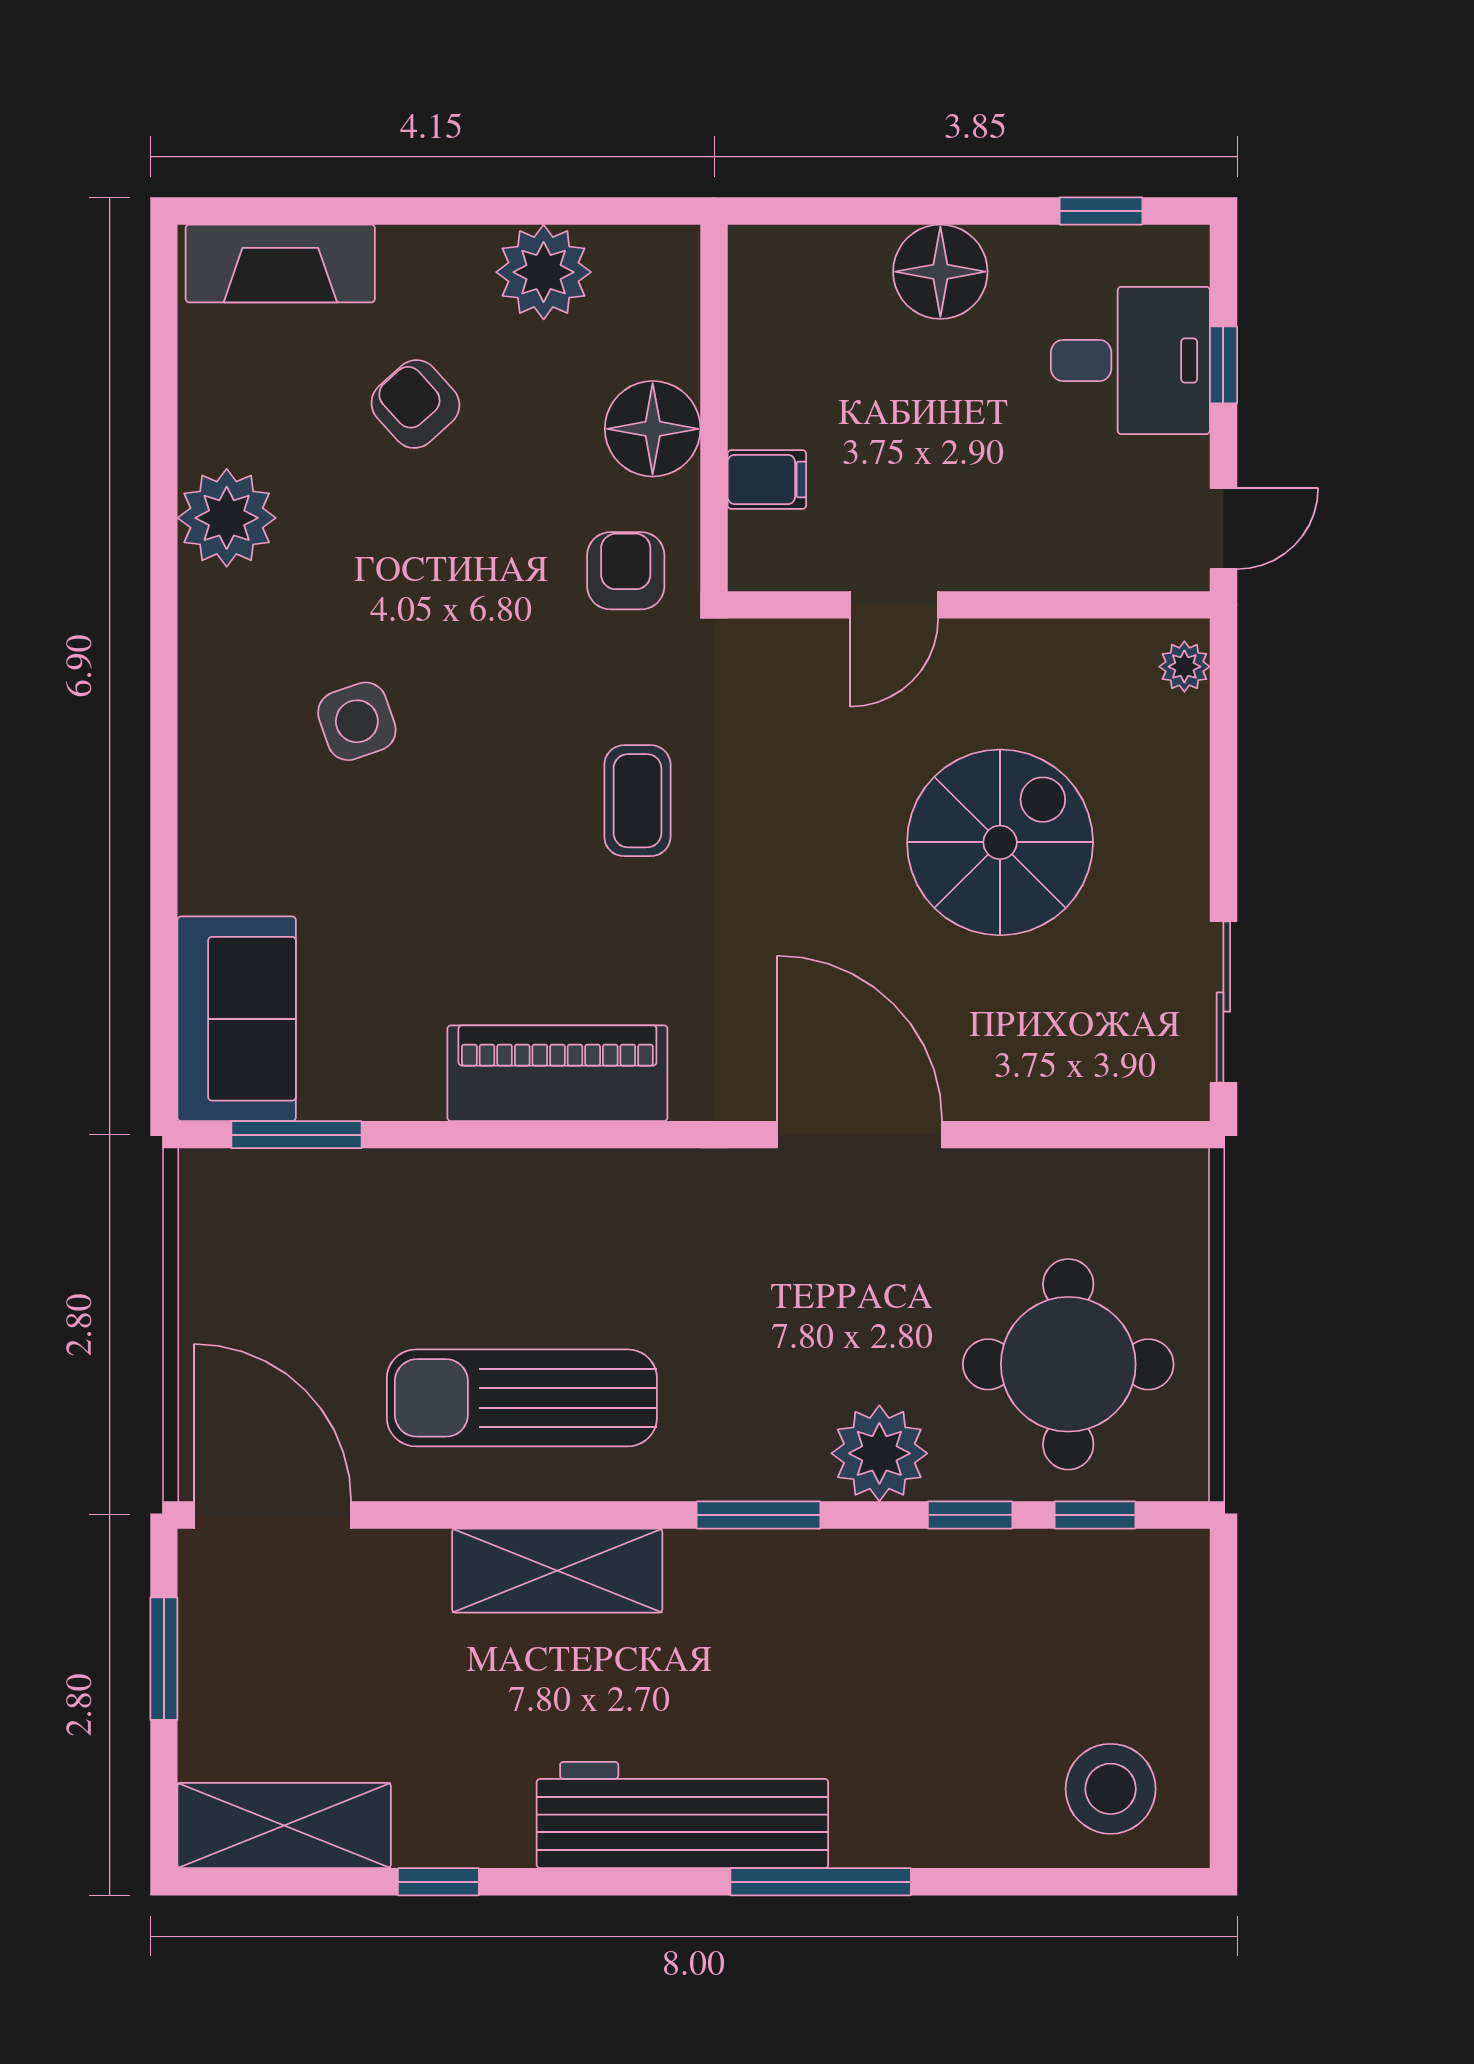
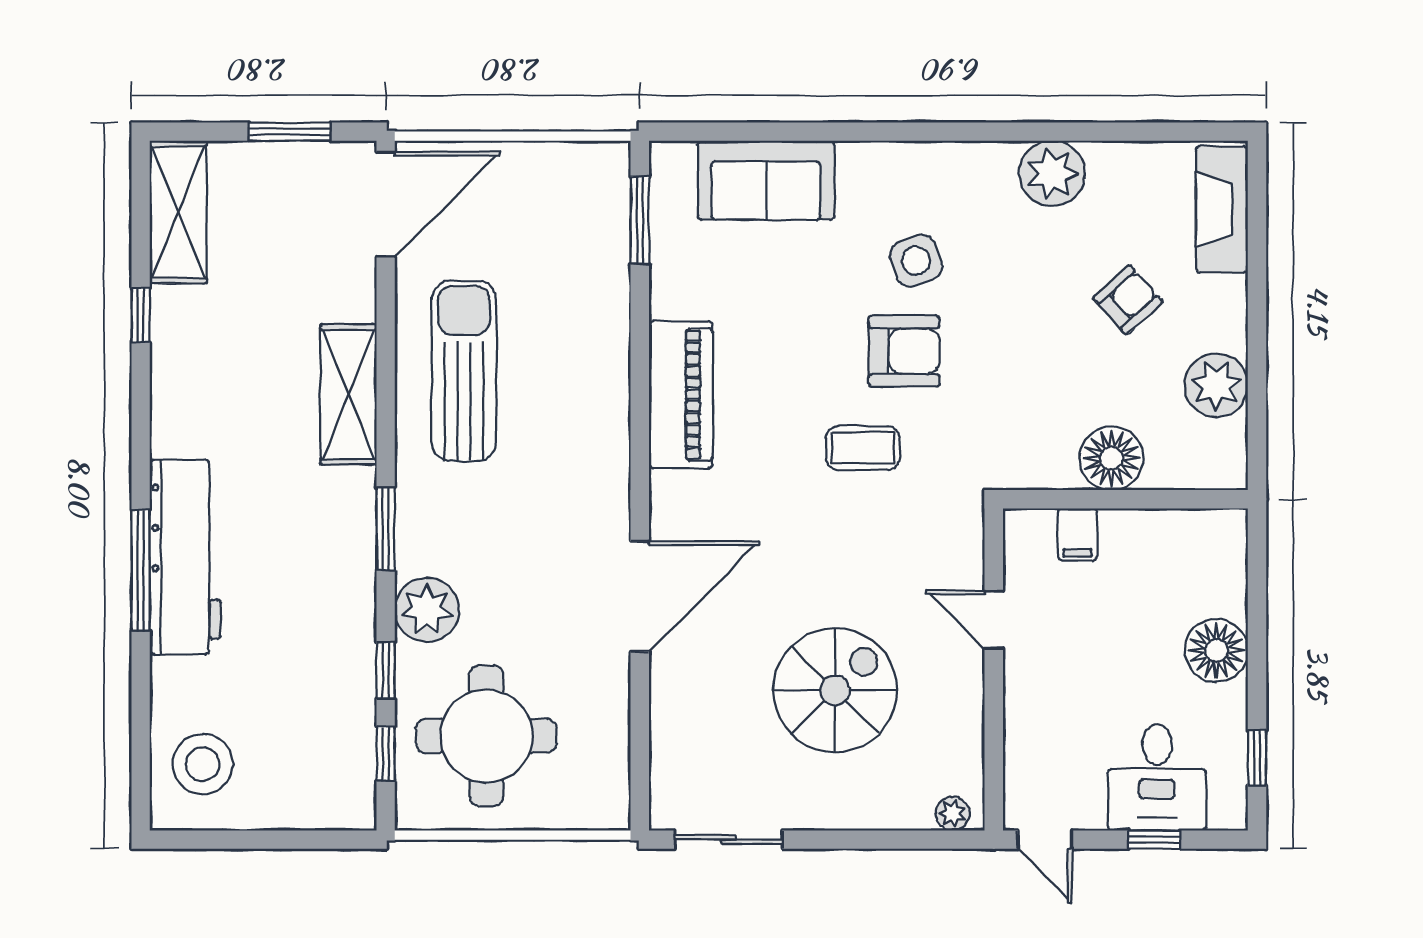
armchair: (626, 571) -> (904, 351), moved, width x1.38, depth x1.38
spiral stairs: (1000, 842) -> (835, 690), turned -90
sofa: (237, 1019) -> (766, 180), moved
workbench: (682, 1815) -> (185, 557), moved

